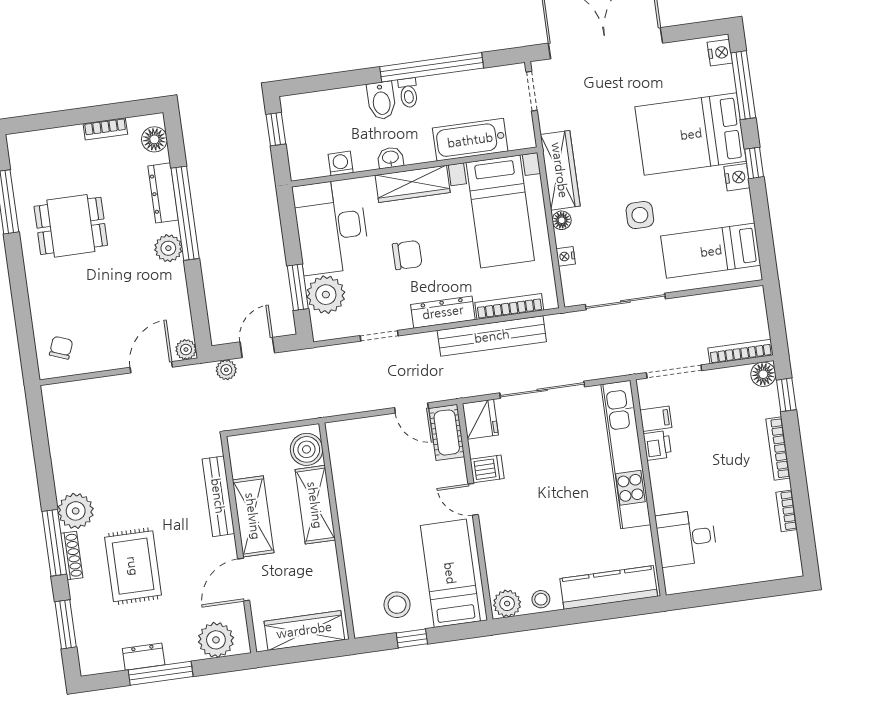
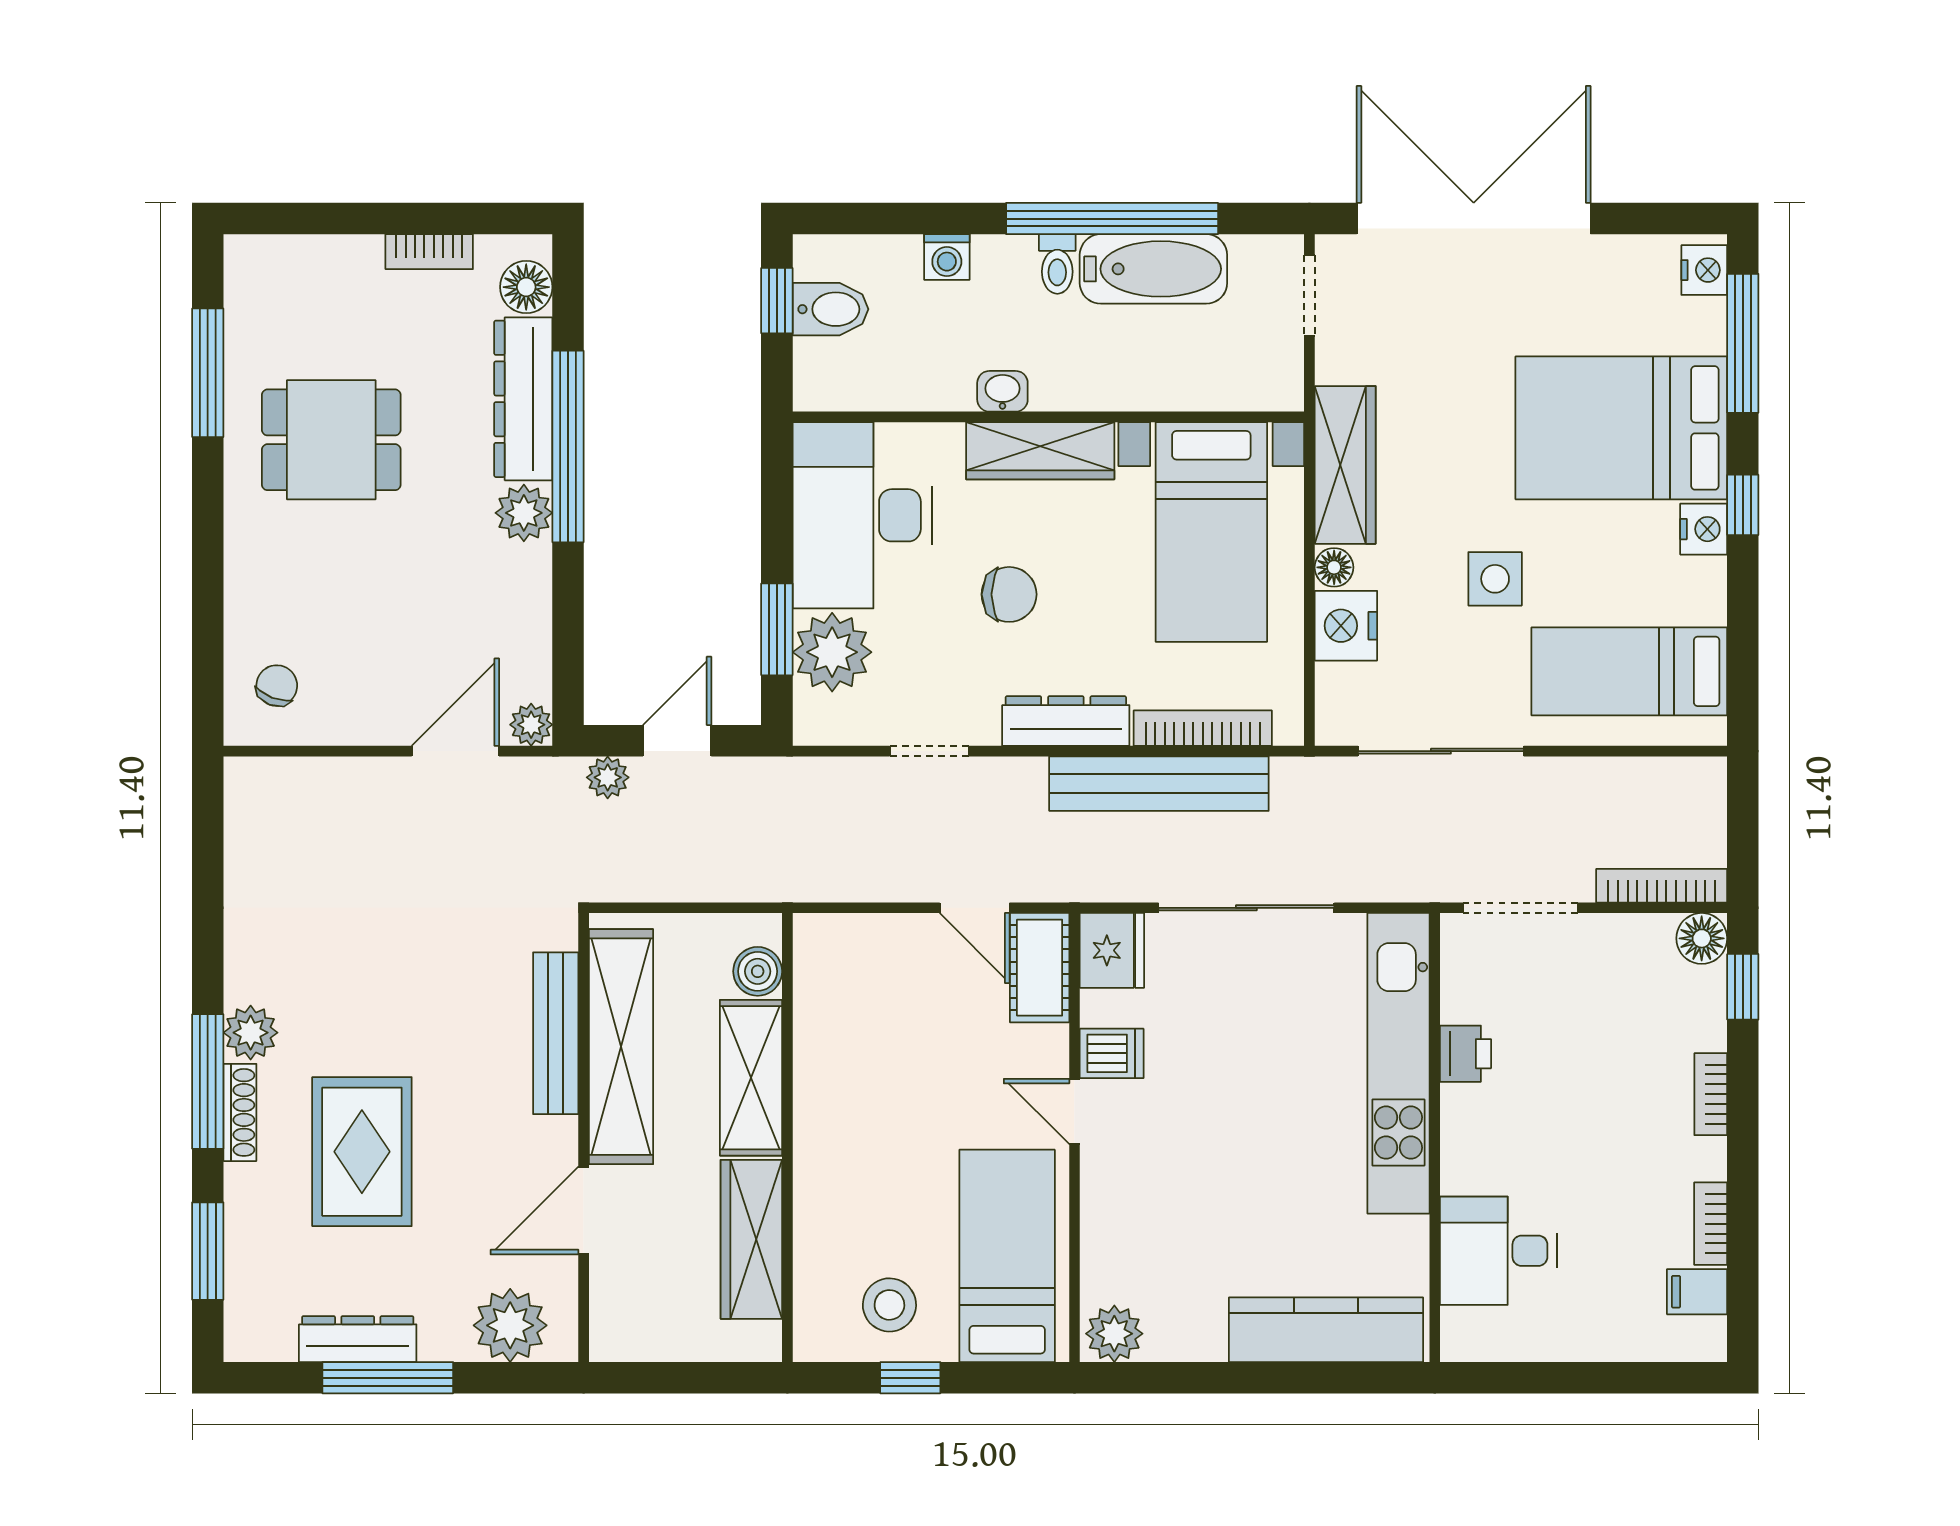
bidet: (381, 101) -> (830, 309), moved, turned -90
bathtub: (470, 140) -> (1153, 269), moved, turned 180
washing machine: (341, 163) -> (947, 257), moved, turned 180
dresser: (163, 193) -> (523, 399), width x1.37, depth x1.24
nightstand: (566, 256) -> (1346, 626), width x1.89, depth x1.79
filing cabinet: (656, 419) -> (1697, 1292), moved, turned 180
boiler: (307, 449) -> (758, 971), width x0.73, depth x0.73
bookcase: (778, 449) -> (1711, 1094), width x0.64
plant: (76, 511) -> (251, 1033), width x0.73, depth x0.73
shelving: (253, 516) -> (621, 1047), width x1.47
stool: (541, 599) -> (1184, 1334), removed
wardrobe: (304, 630) -> (751, 1239), moved, turned -90
dresser: (144, 657) -> (358, 1339), width x1.44

